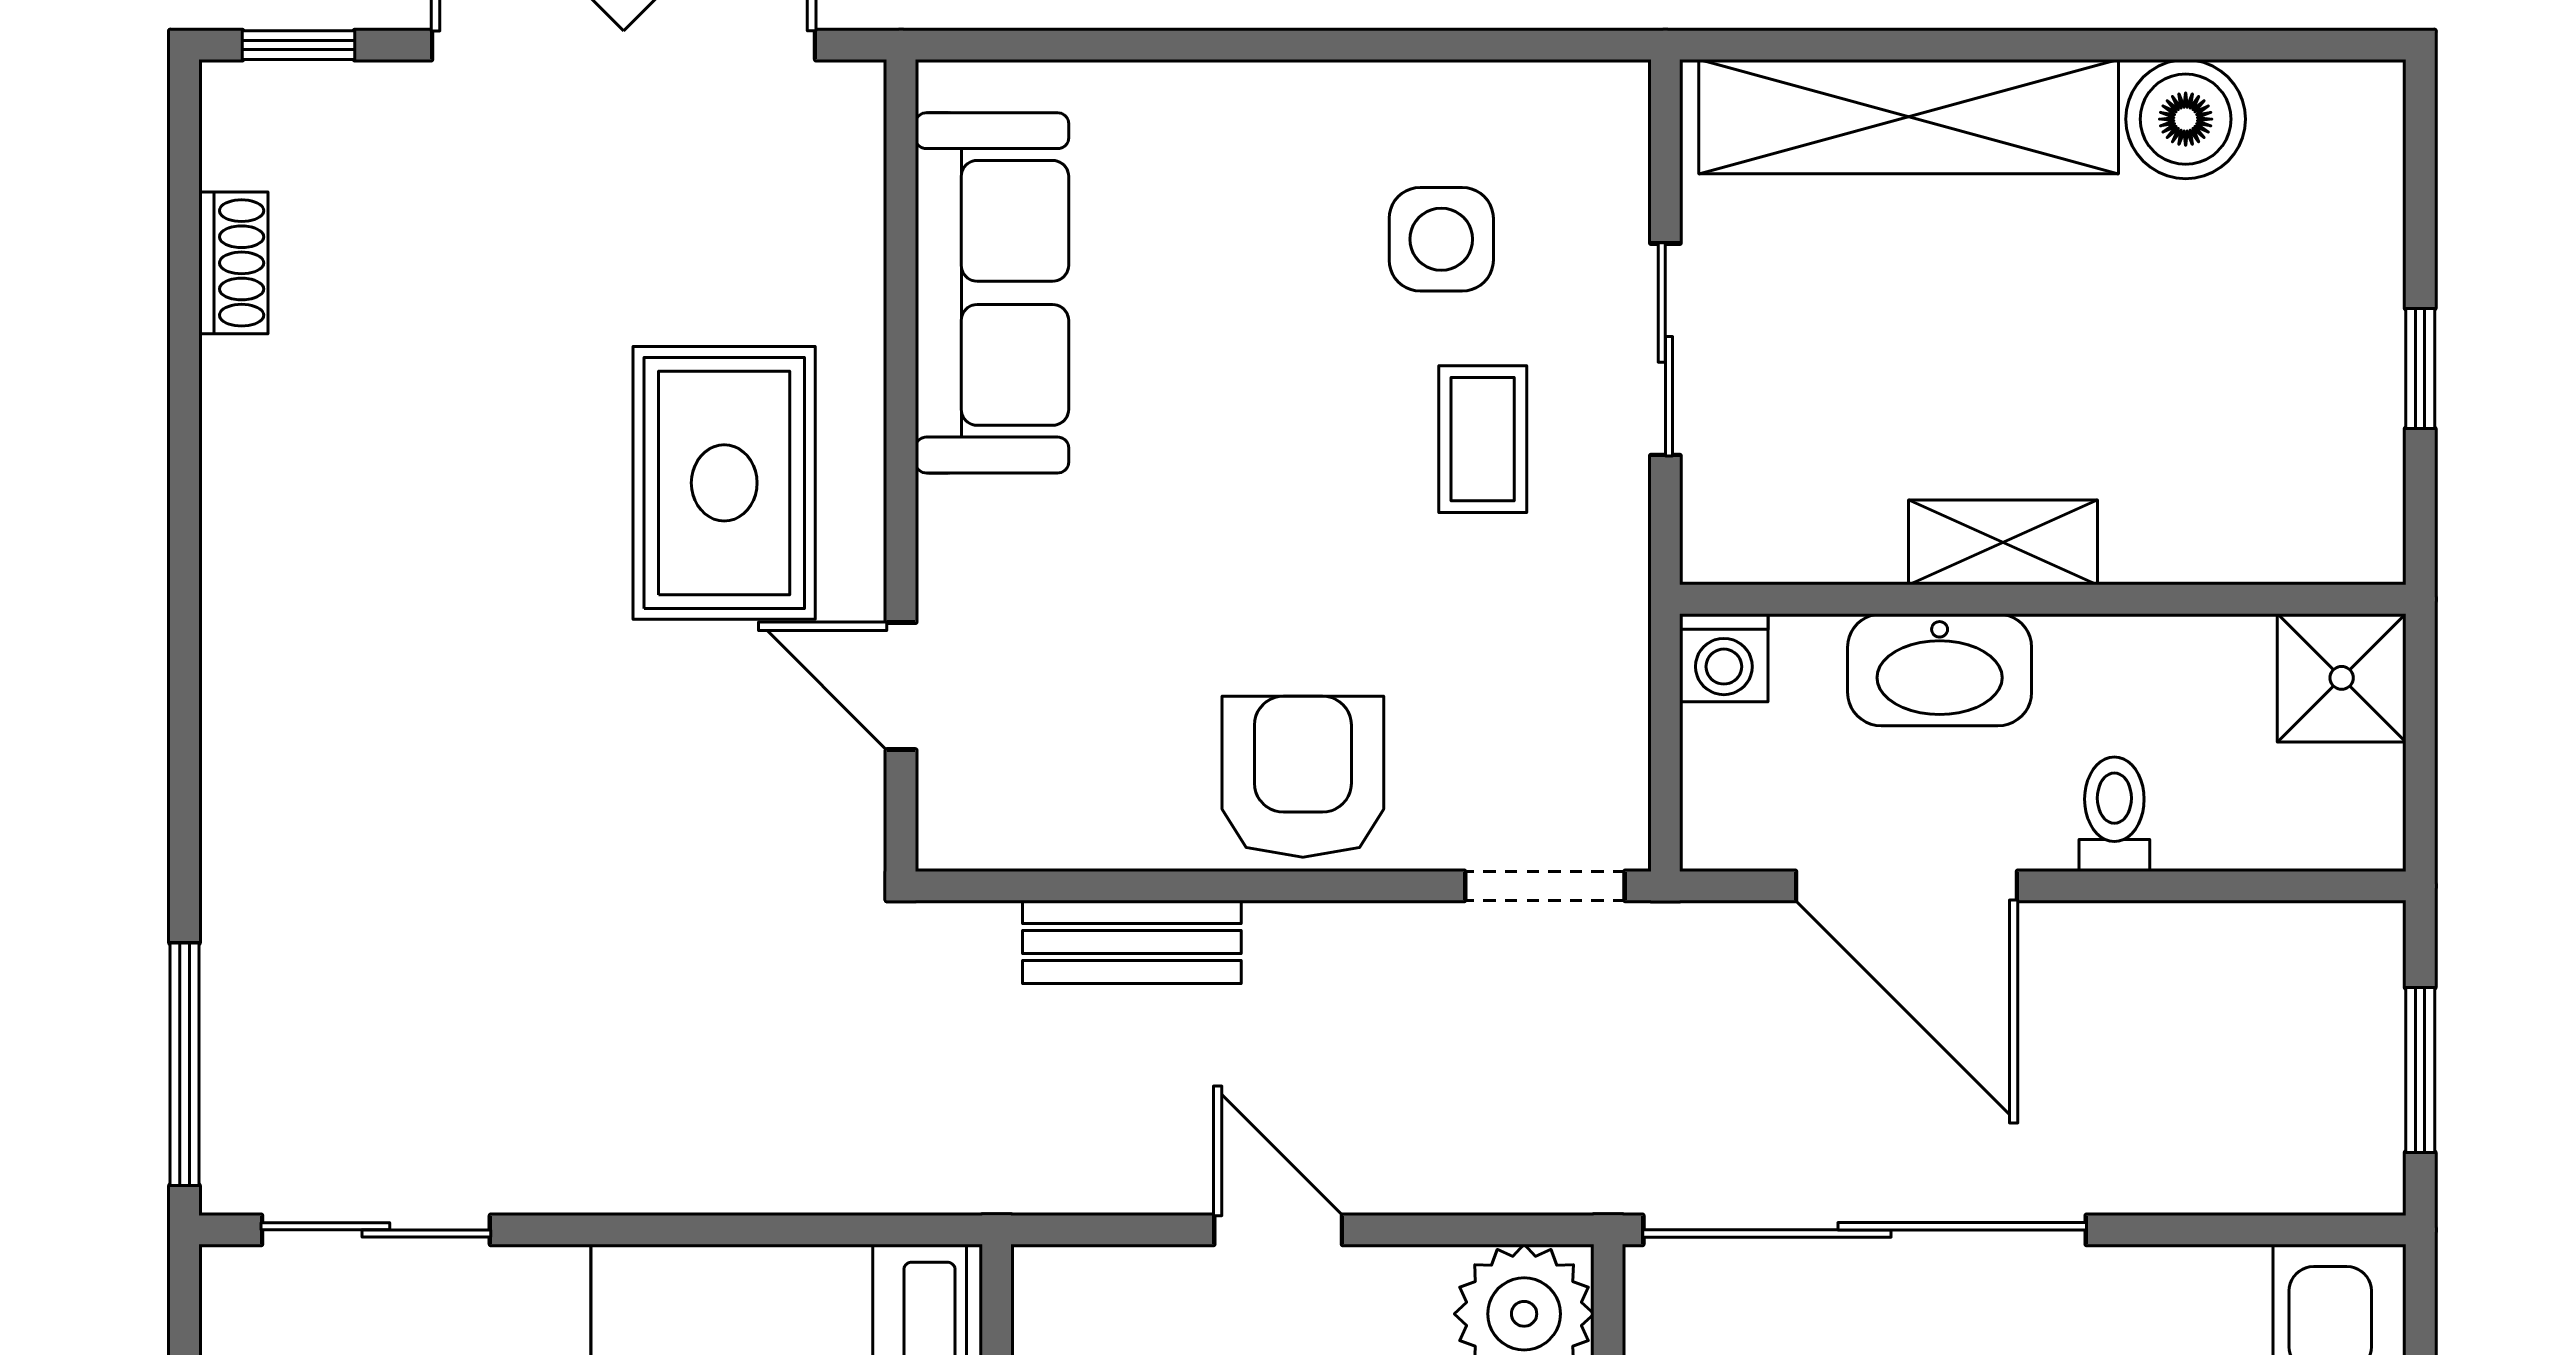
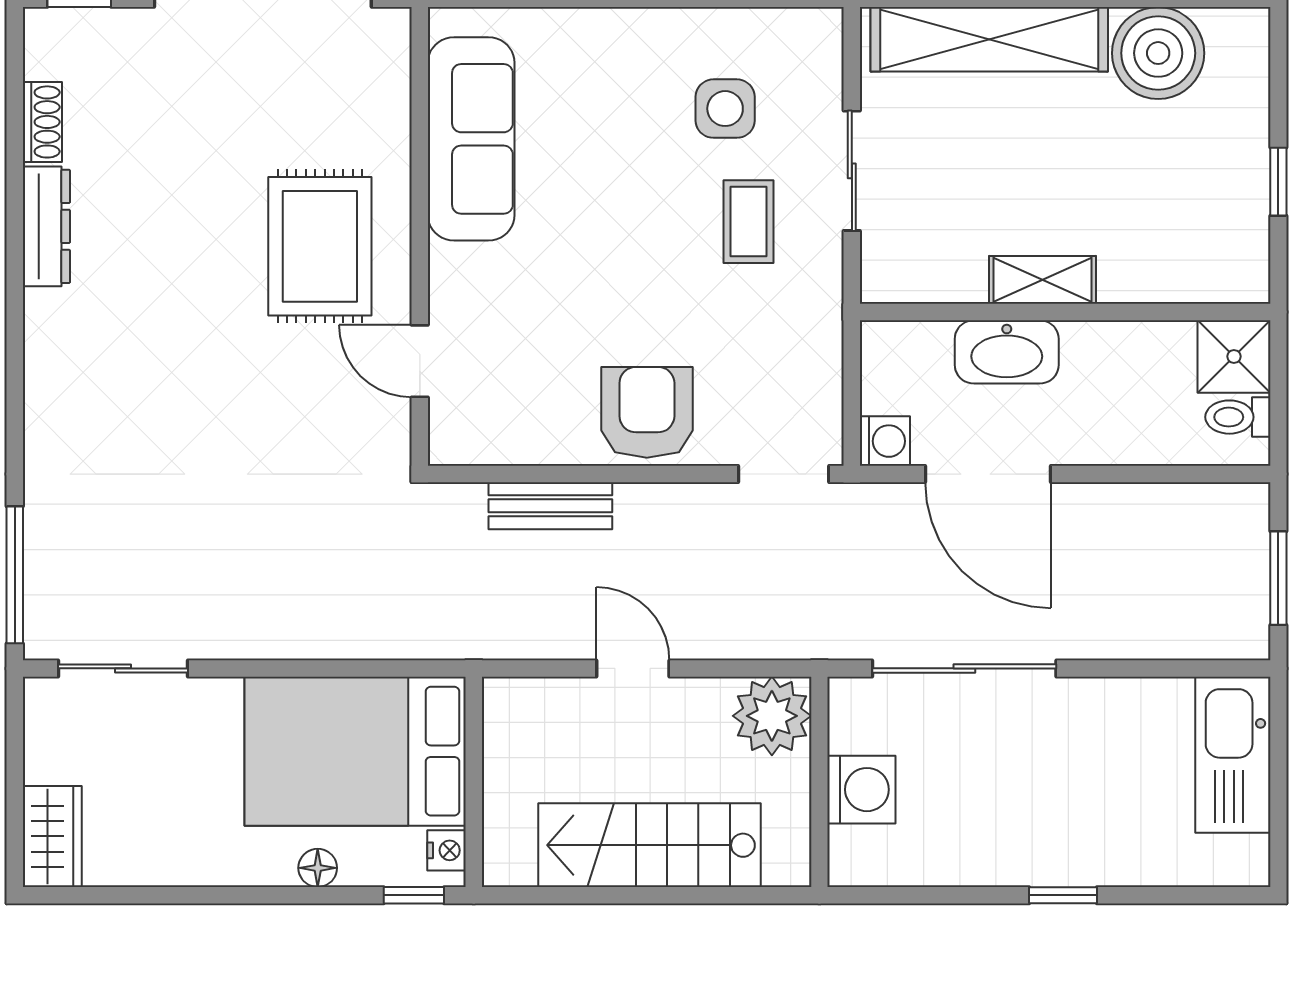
boiler: (2186, 119) -> (1158, 53), width x1.37, depth x1.37
dresser: (240, 448) -> (46, 226), added
washing machine: (1724, 658) -> (885, 441), moved, turned -90
toilet: (2114, 814) -> (1238, 417), moved, turned -90
sliding door: (1865, 1230) -> (964, 668), width x0.73

